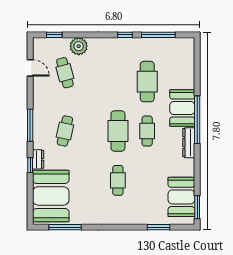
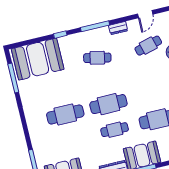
dresser: (38, 159) -> (118, 28), moved
cafe table: (118, 180) -> (65, 114), width x1.37, depth x1.35

